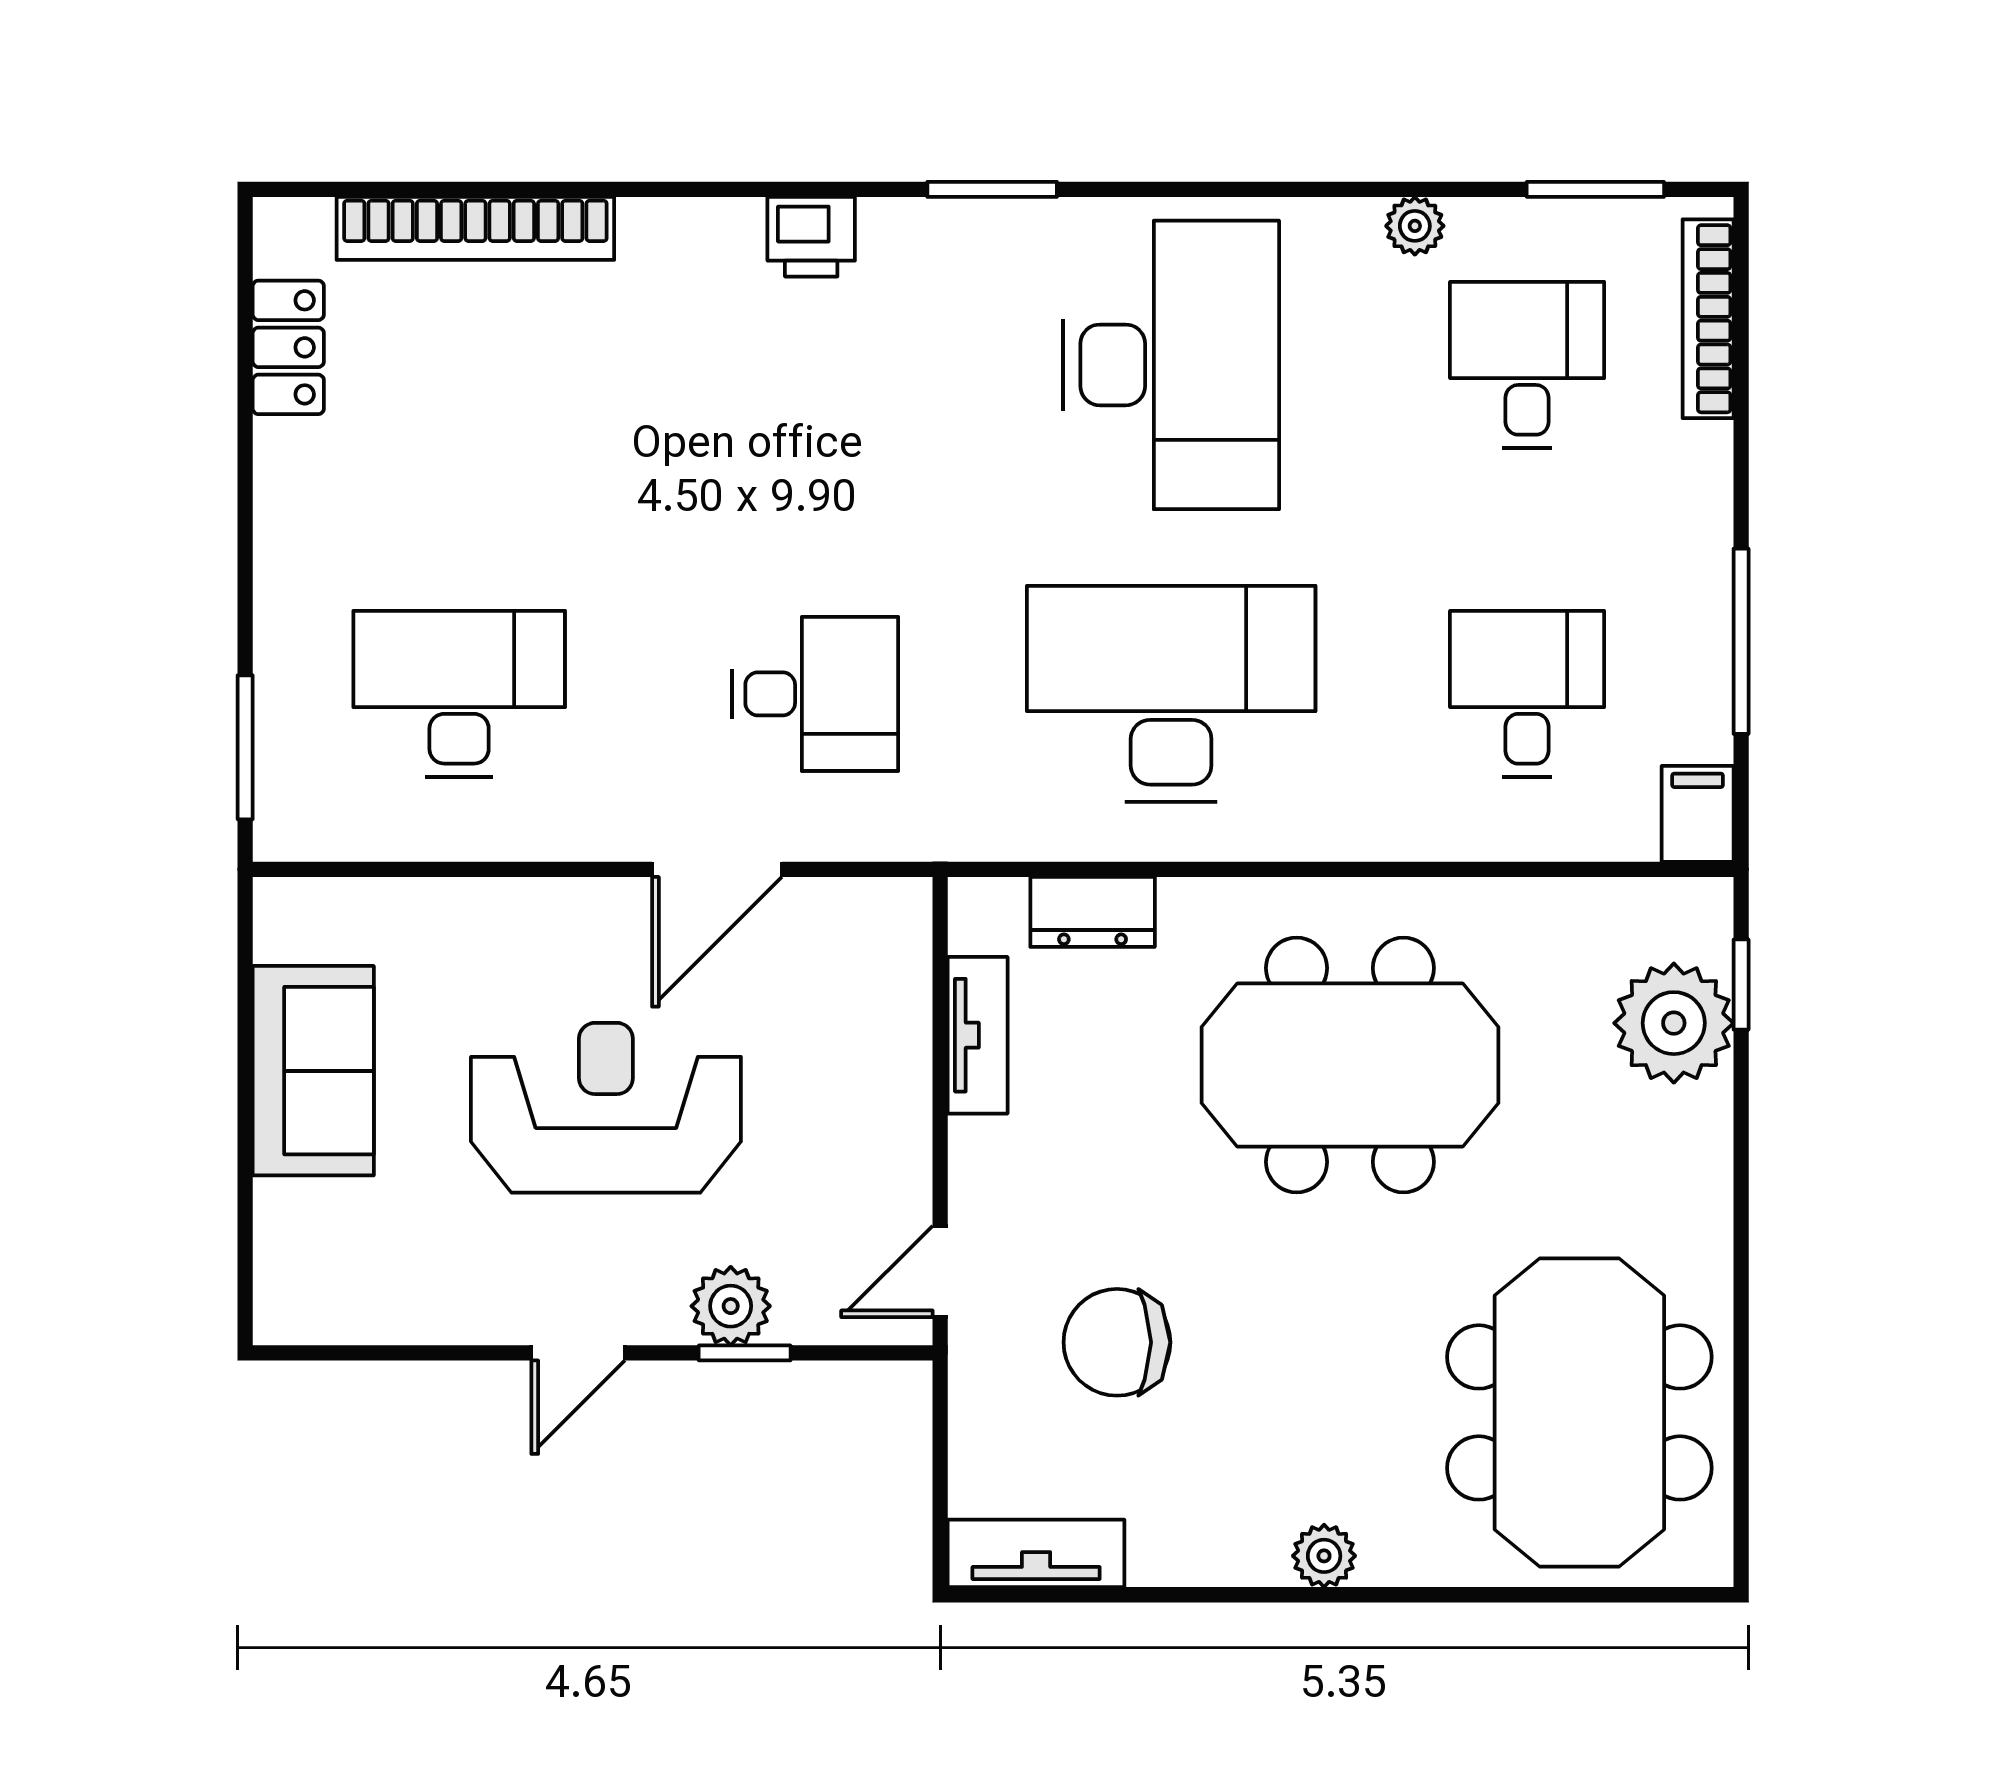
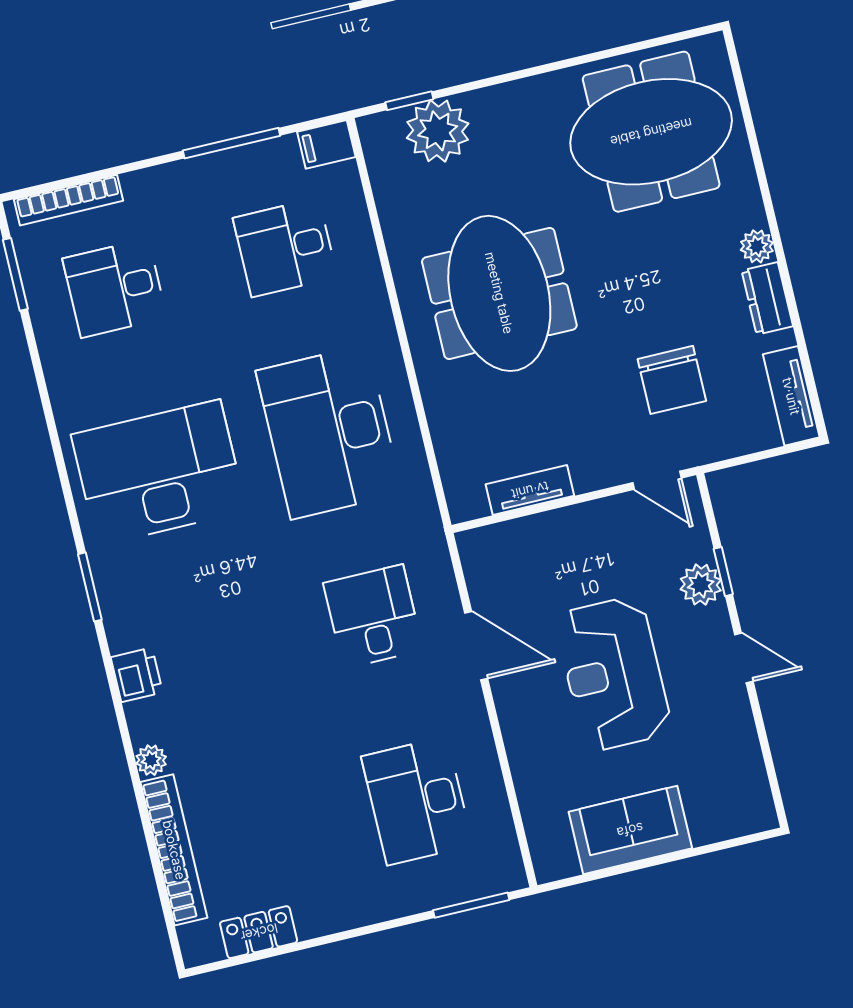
plant: (1415, 226) -> (151, 760), moved
dresser: (1093, 912) -> (767, 298), moved, turned 180

